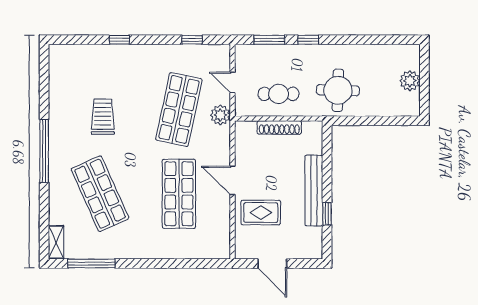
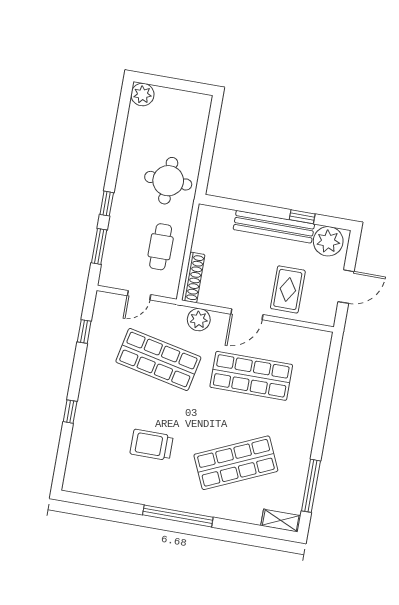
plant: (410, 81) -> (142, 95), moved
plant: (220, 115) -> (199, 320), moved
shoe rack: (279, 127) -> (193, 277), moved
plant: (309, 241) -> (328, 241), added

